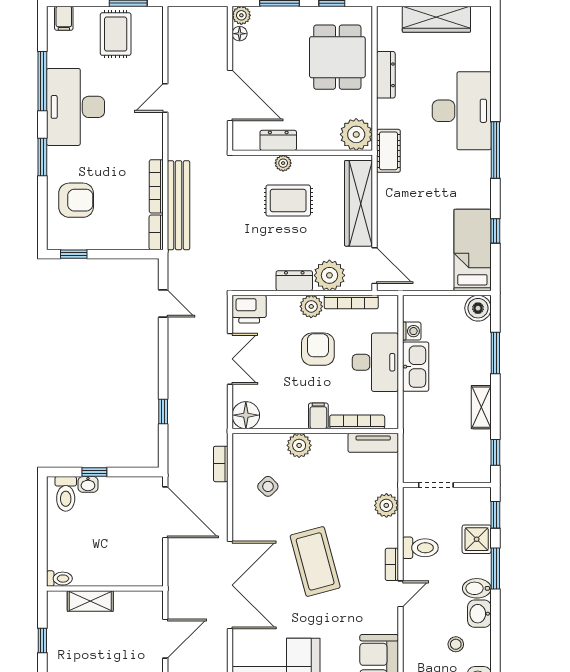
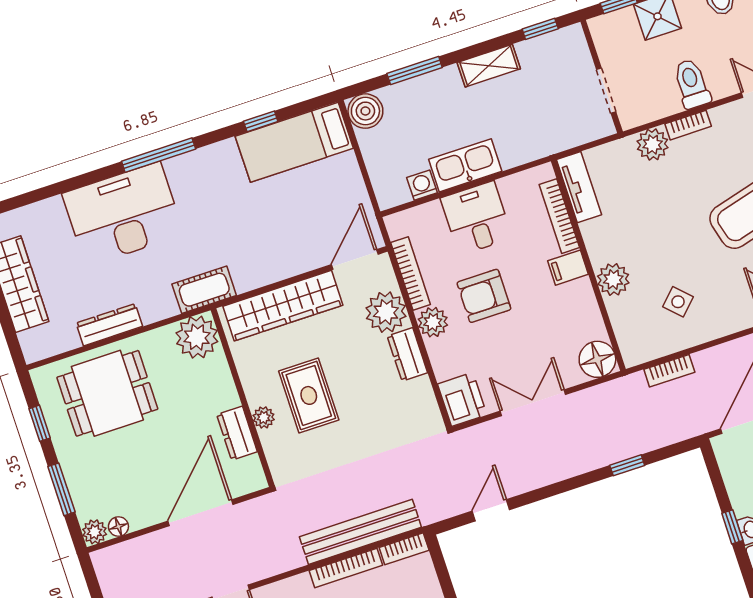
desk: (375, 362) -> (477, 218), width x0.73
bookcase: (392, 564) -> (688, 125), moved

